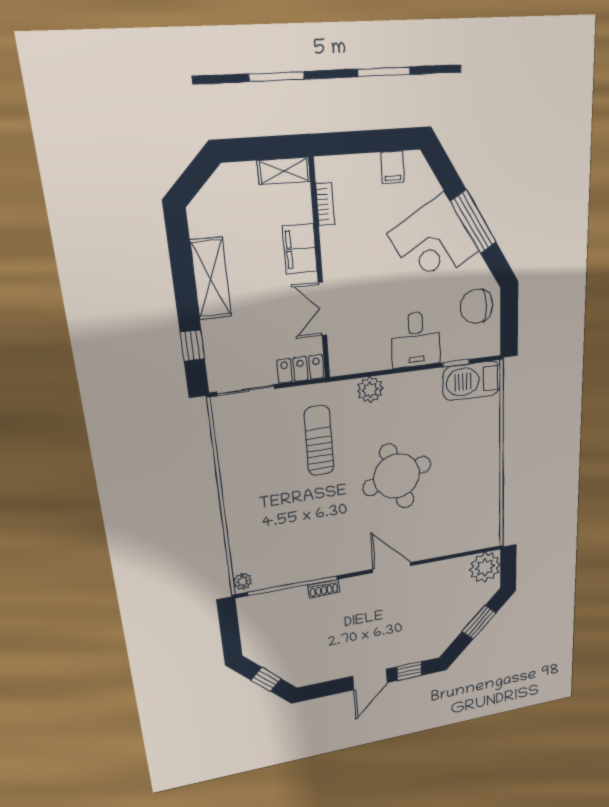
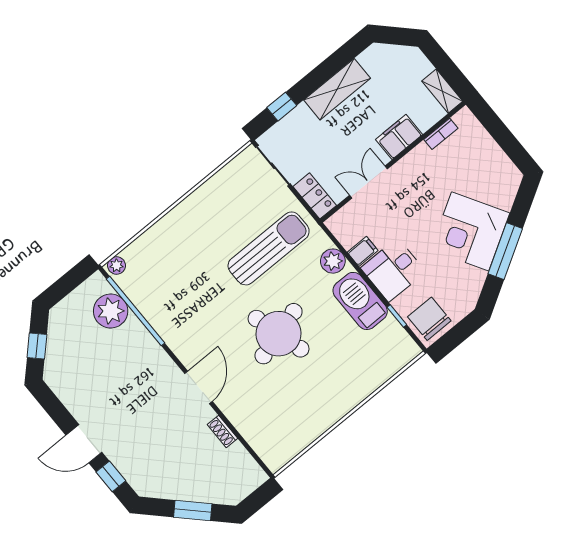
filing cabinet: (393, 167) -> (363, 251), moved, turned 180
chair: (477, 306) -> (429, 319), moved
barbecue: (472, 381) -> (360, 301), moved
sun lounger: (319, 441) -> (269, 248), width x1.36, depth x1.34
plant: (485, 567) -> (111, 311), moved
shoe rack: (324, 589) -> (222, 431), moved

